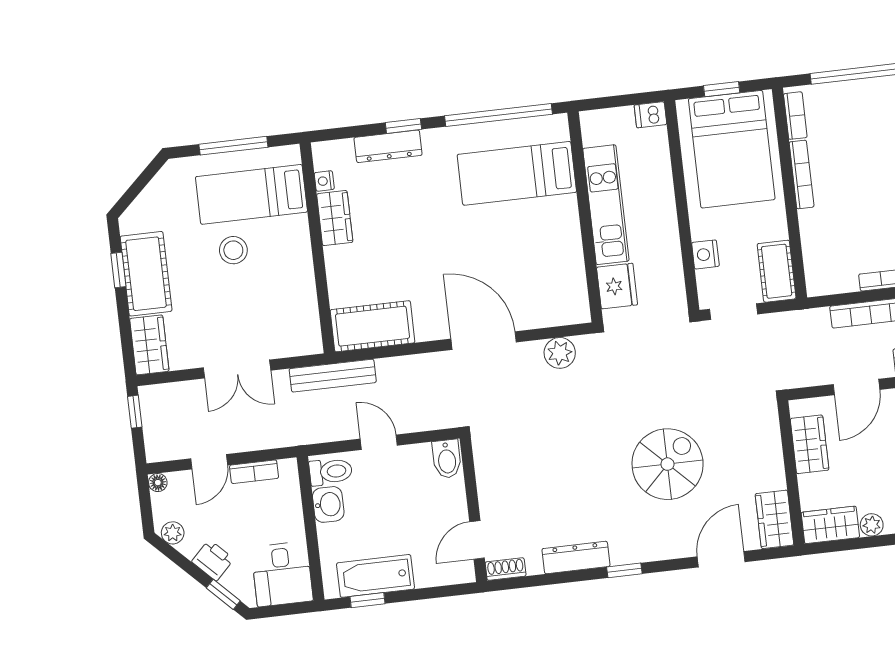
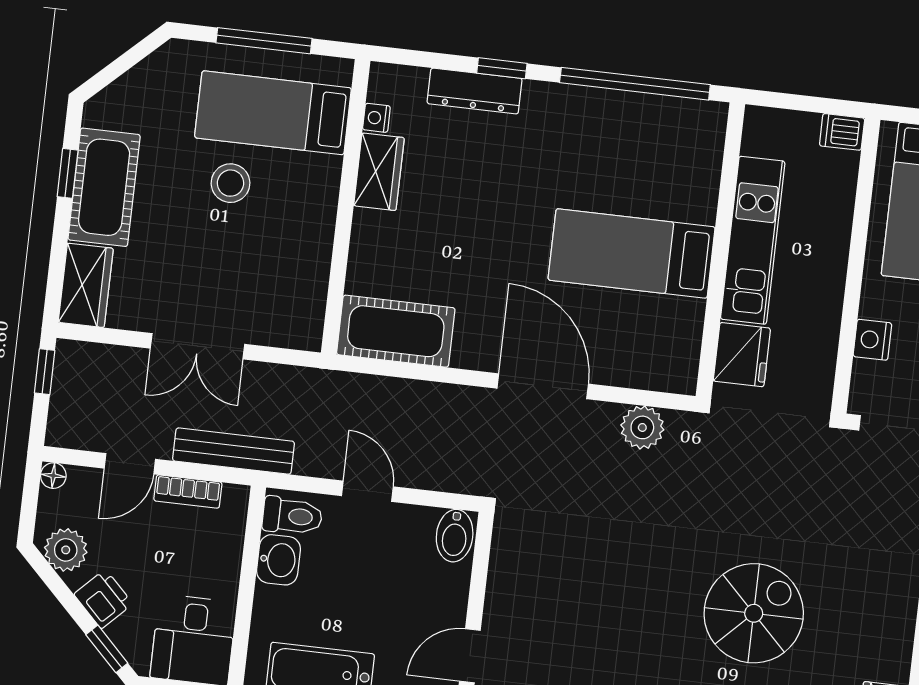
bed: (517, 173) -> (632, 253), moved
bench: (333, 376) -> (233, 451), moved
plant: (173, 533) -> (66, 550), width x1.38, depth x1.38

